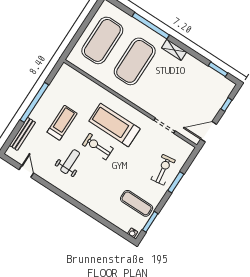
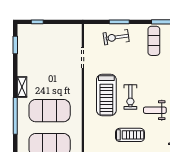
treadmill: (62, 123) -> (130, 135), turned 180
door: (209, 132) -> (66, 22), removed

